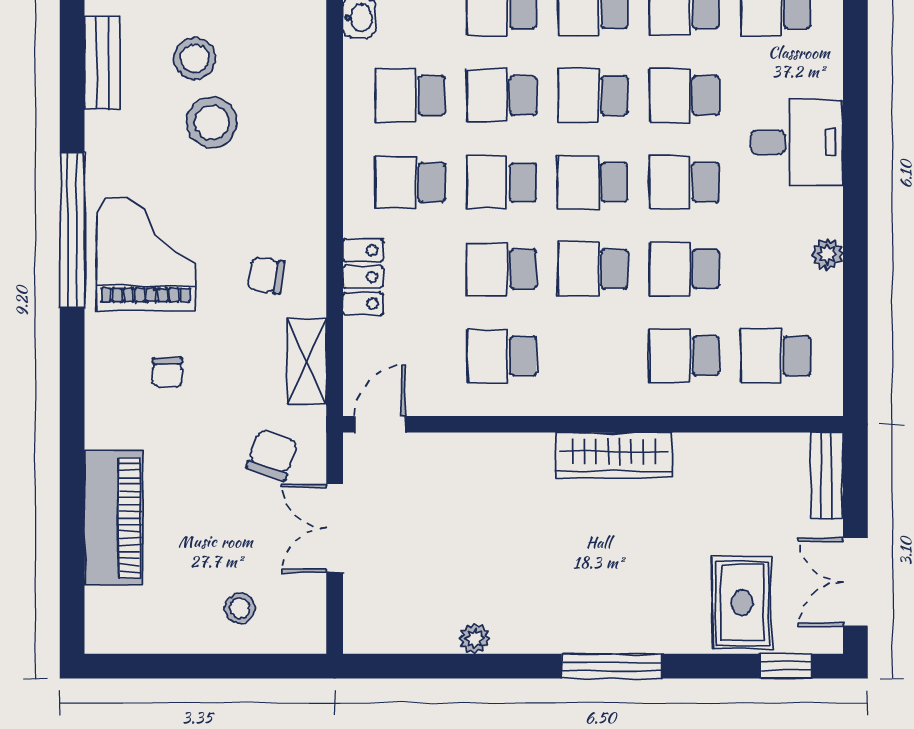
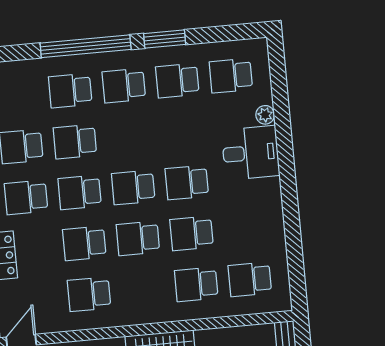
school desk: (593, 96) -> (128, 137), removed
school desk: (684, 96) -> (182, 132), removed
plant: (827, 254) -> (265, 115), moved

